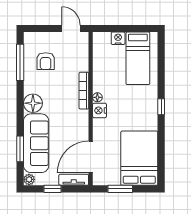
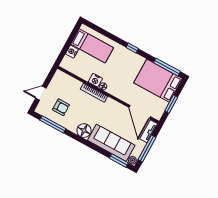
door: (71, 29) -> (41, 93), moved
nightstand: (100, 110) -> (95, 80), moved
window: (20, 149) -> (119, 160), moved
window: (161, 160) -> (167, 67), added
window: (52, 189) -> (147, 148), width x2.17

